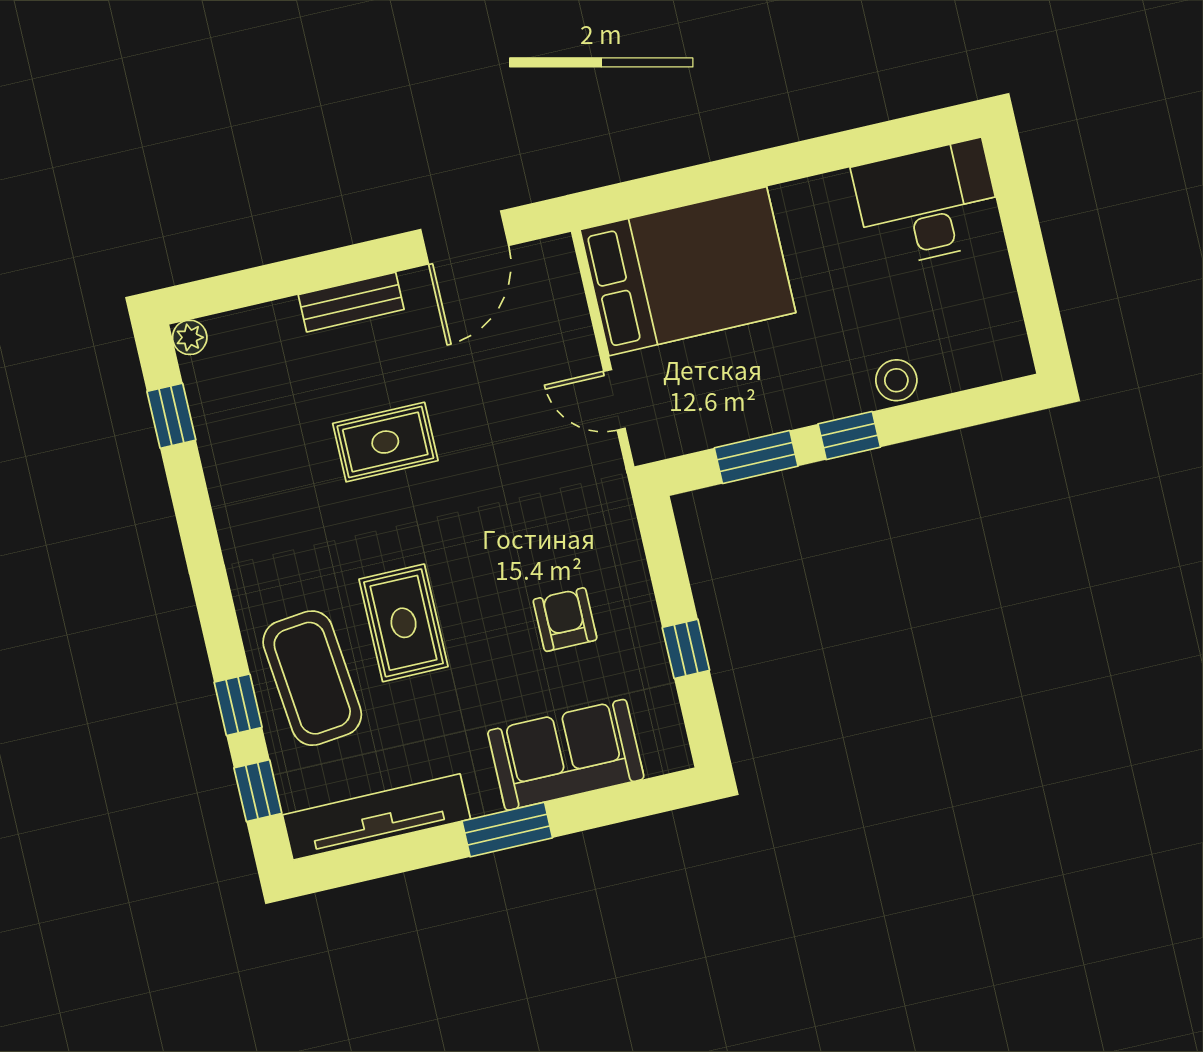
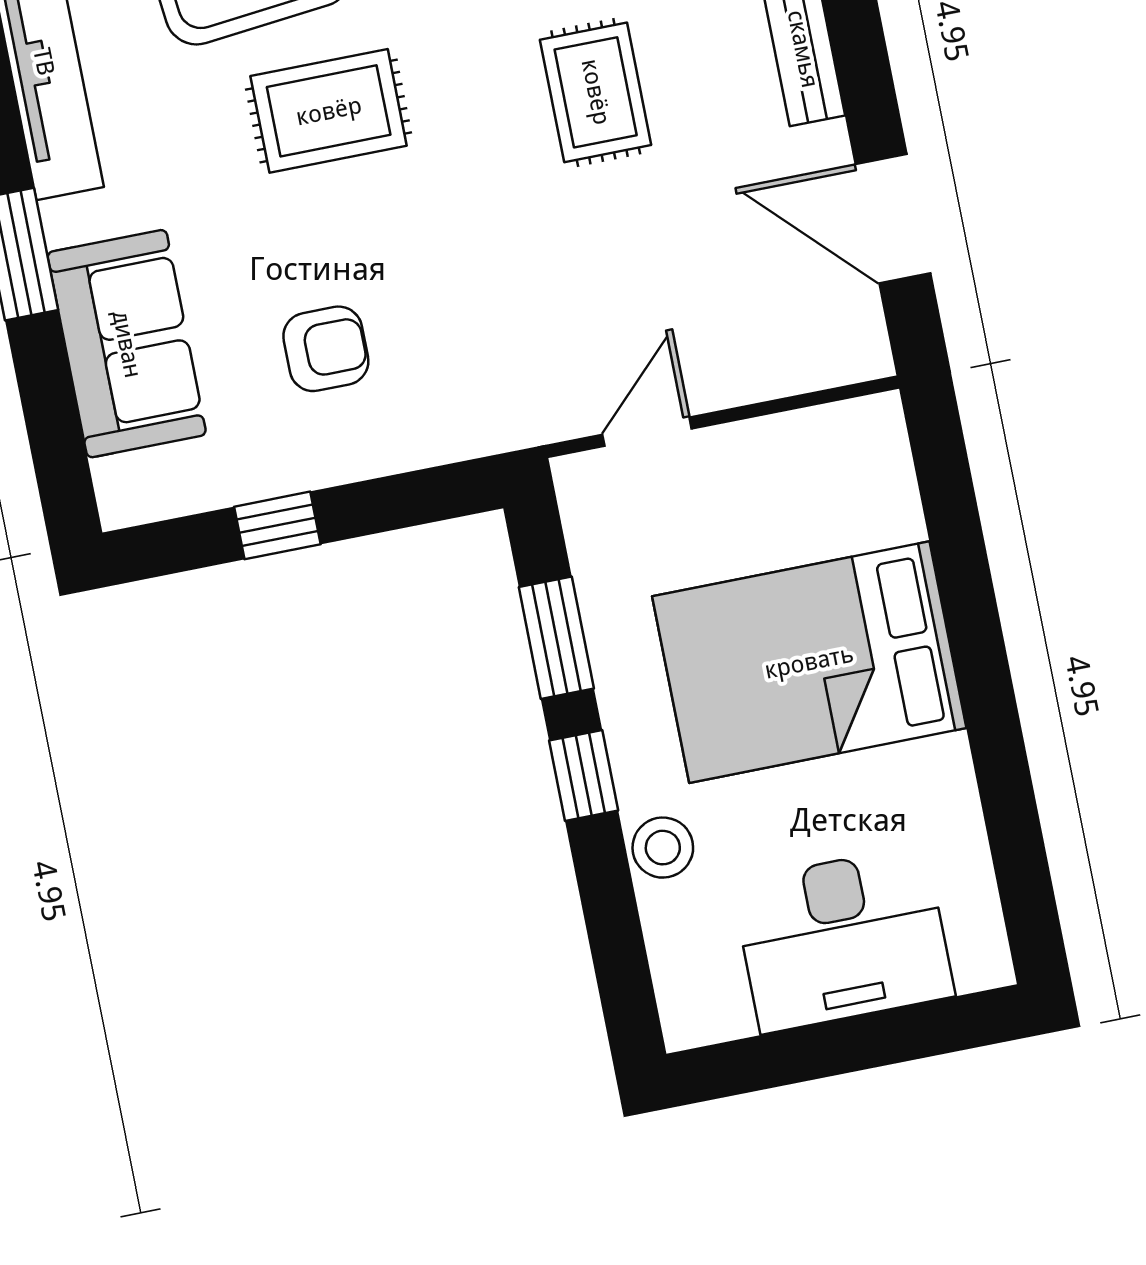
desk: (928, 204) -> (843, 939), moved, turned 90
bed: (688, 271) -> (809, 662), moved, turned 90

